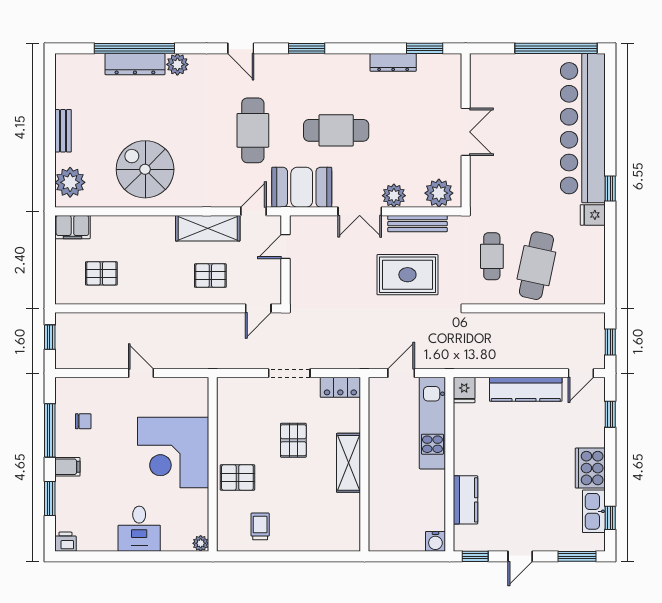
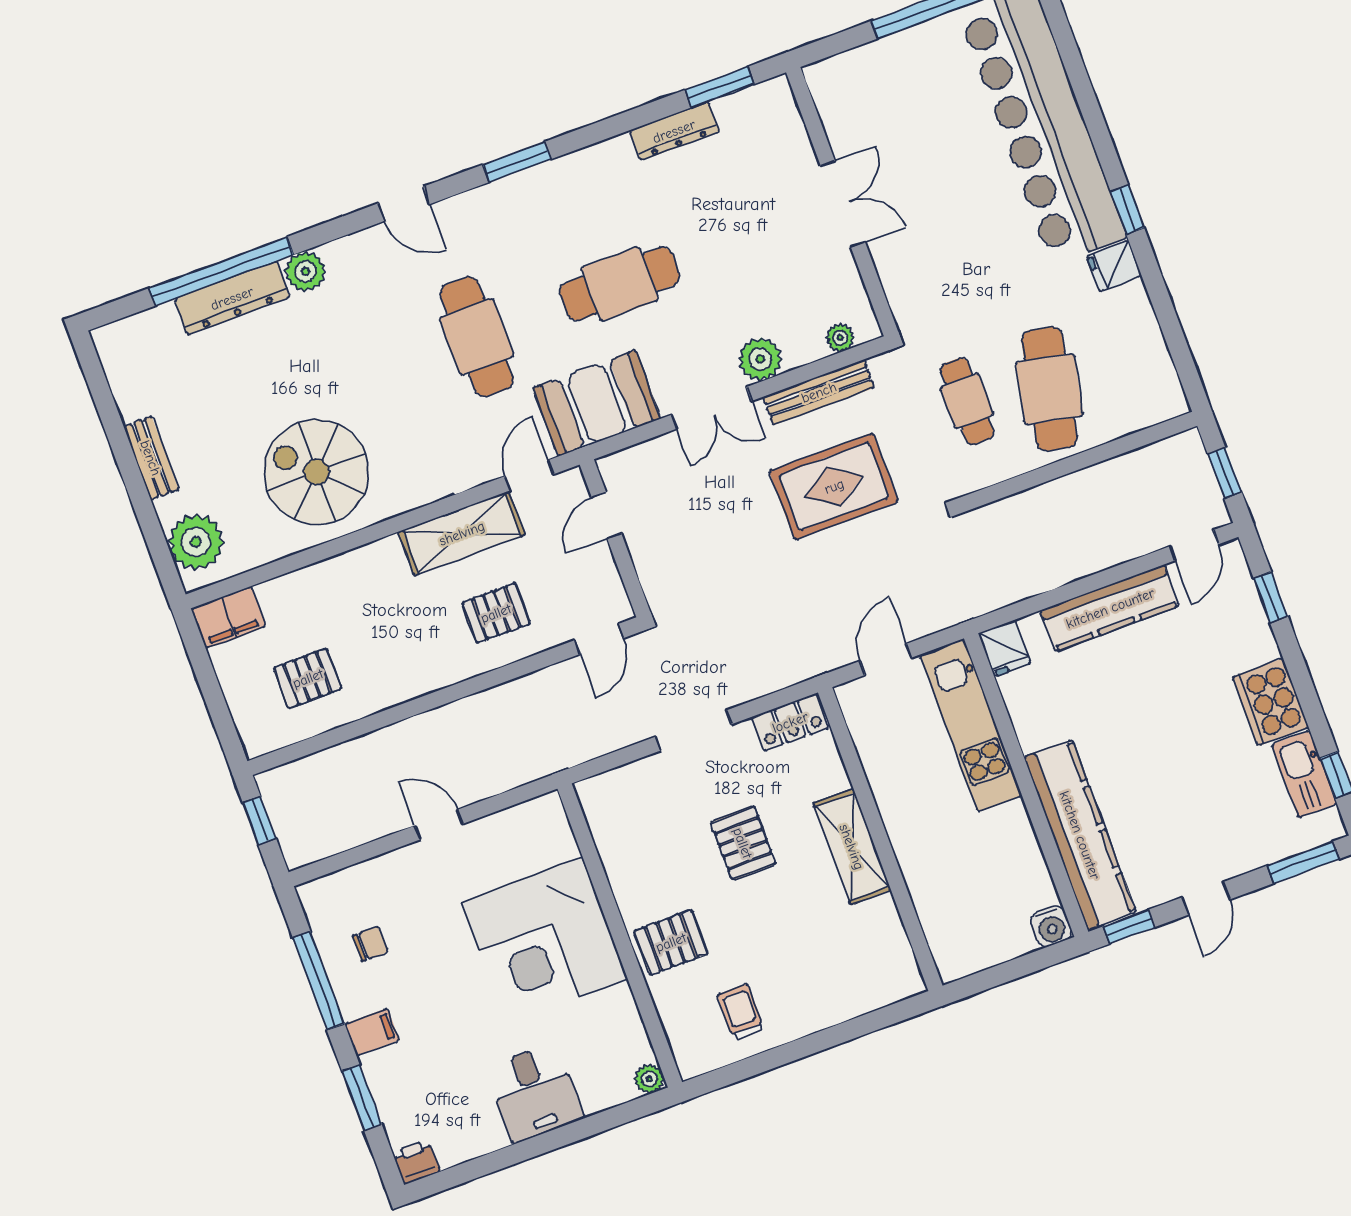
plant: (439, 193) -> (840, 338), width x0.53, depth x0.53
kitchen counter: (466, 500) -> (1080, 835), width x2.08, depth x1.17

